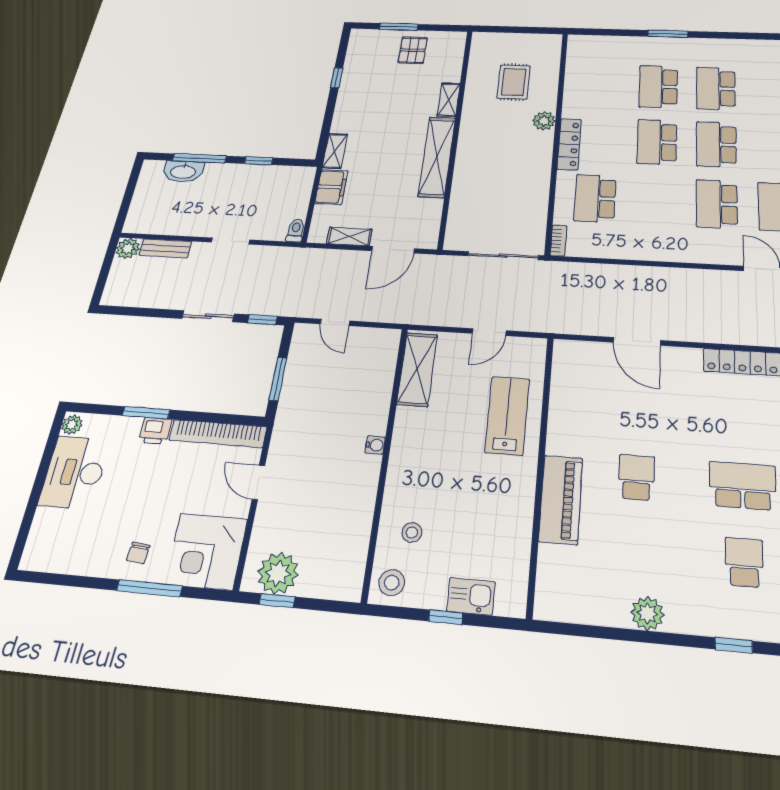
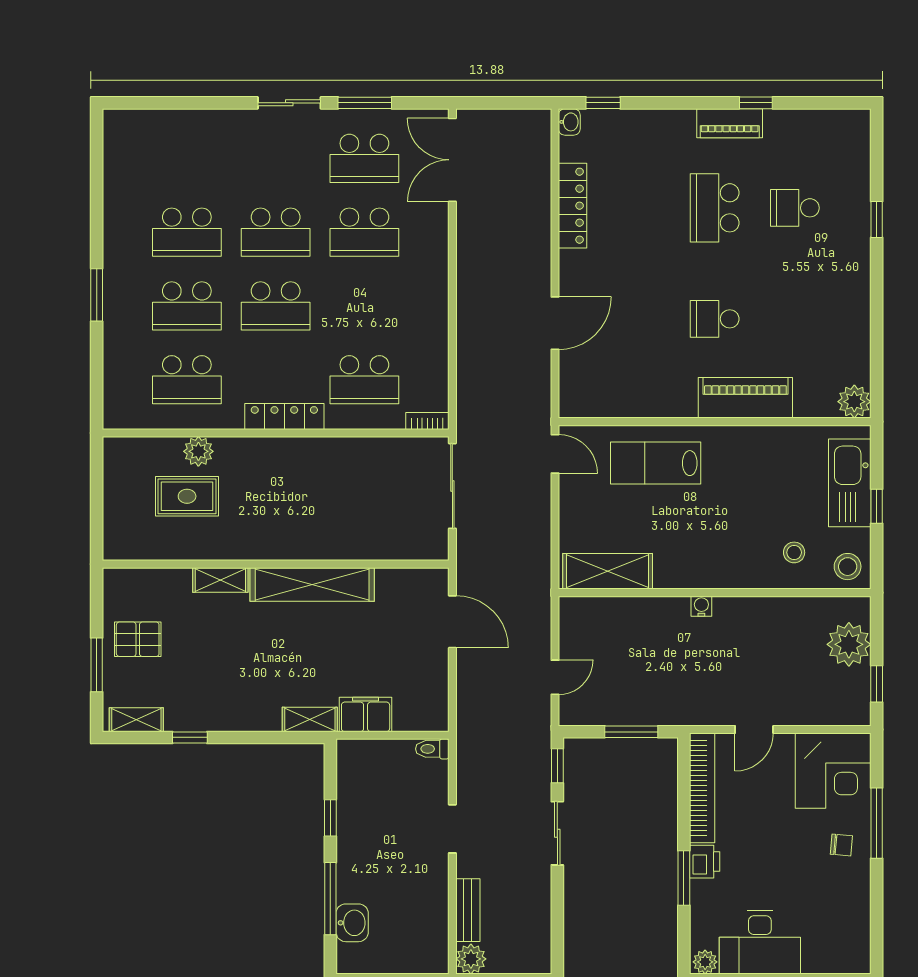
school desk: (602, 85) -> (187, 380), added
plant: (544, 121) -> (198, 451), moved
washbasin: (183, 171) -> (352, 923), width x0.72
shelving: (349, 236) -> (136, 720), moved, turned 90
door: (489, 332) -> (555, 454), moved
plant: (278, 573) -> (849, 644), moved
kitchen sink: (471, 596) -> (850, 483), width x1.88, depth x1.24
plant: (647, 613) -> (854, 402), moved

